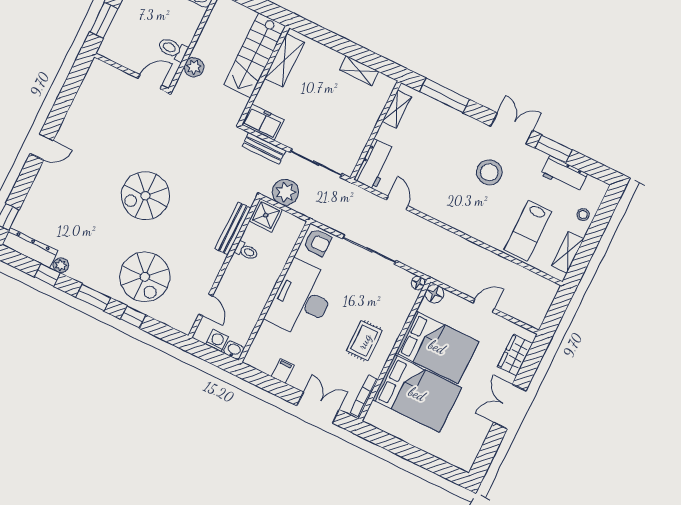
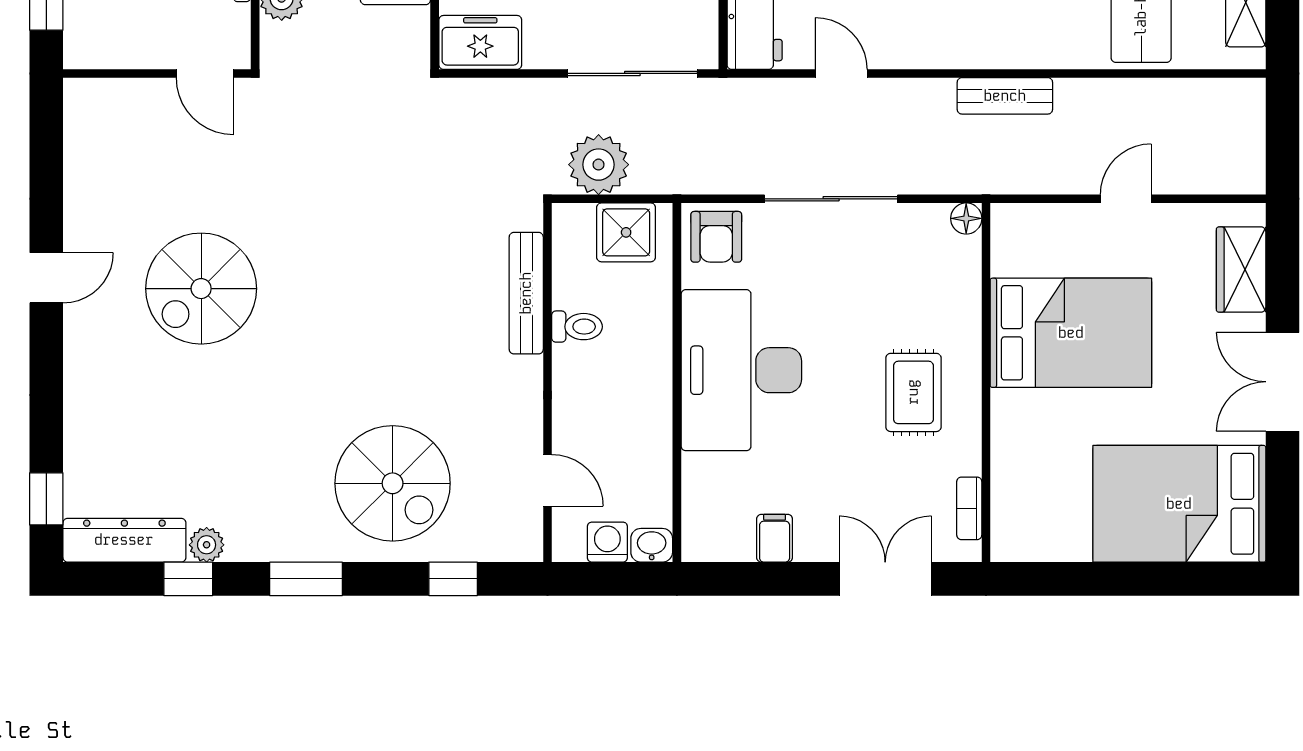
door: (150, 82) -> (205, 73), swing flipped
door: (42, 147) -> (46, 278), moved
bench: (264, 149) -> (1005, 96), moved
spiral stairs: (145, 196) -> (201, 289), moved
shower: (266, 215) -> (626, 232), moved
armchair: (317, 243) -> (716, 237), turned 90
floor lamp: (434, 294) -> (1011, 224), removed
window: (133, 317) -> (453, 579), moved
bed: (417, 394) -> (1179, 504), moved, turned 180
bookcase: (364, 396) -> (969, 508), width x0.64

